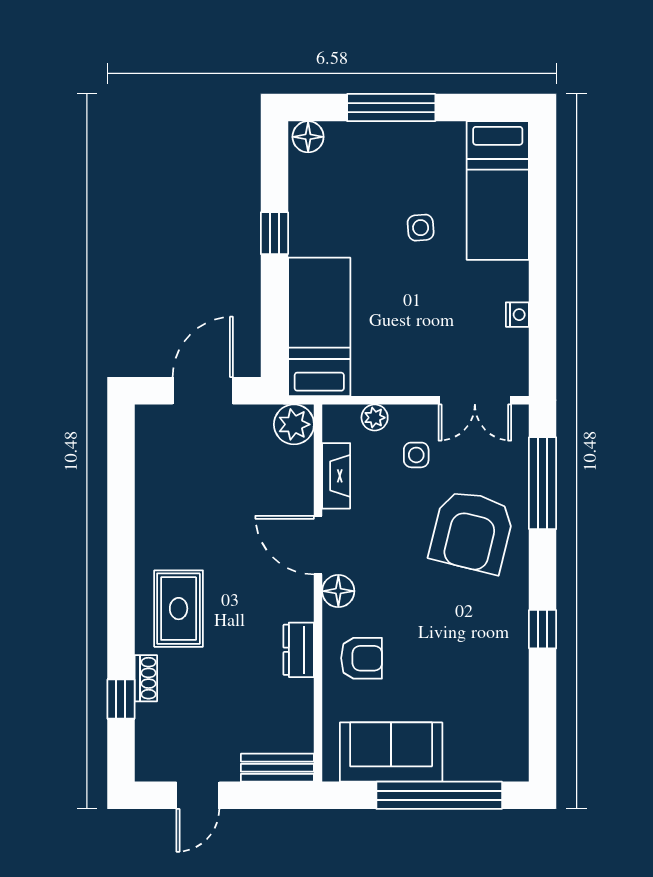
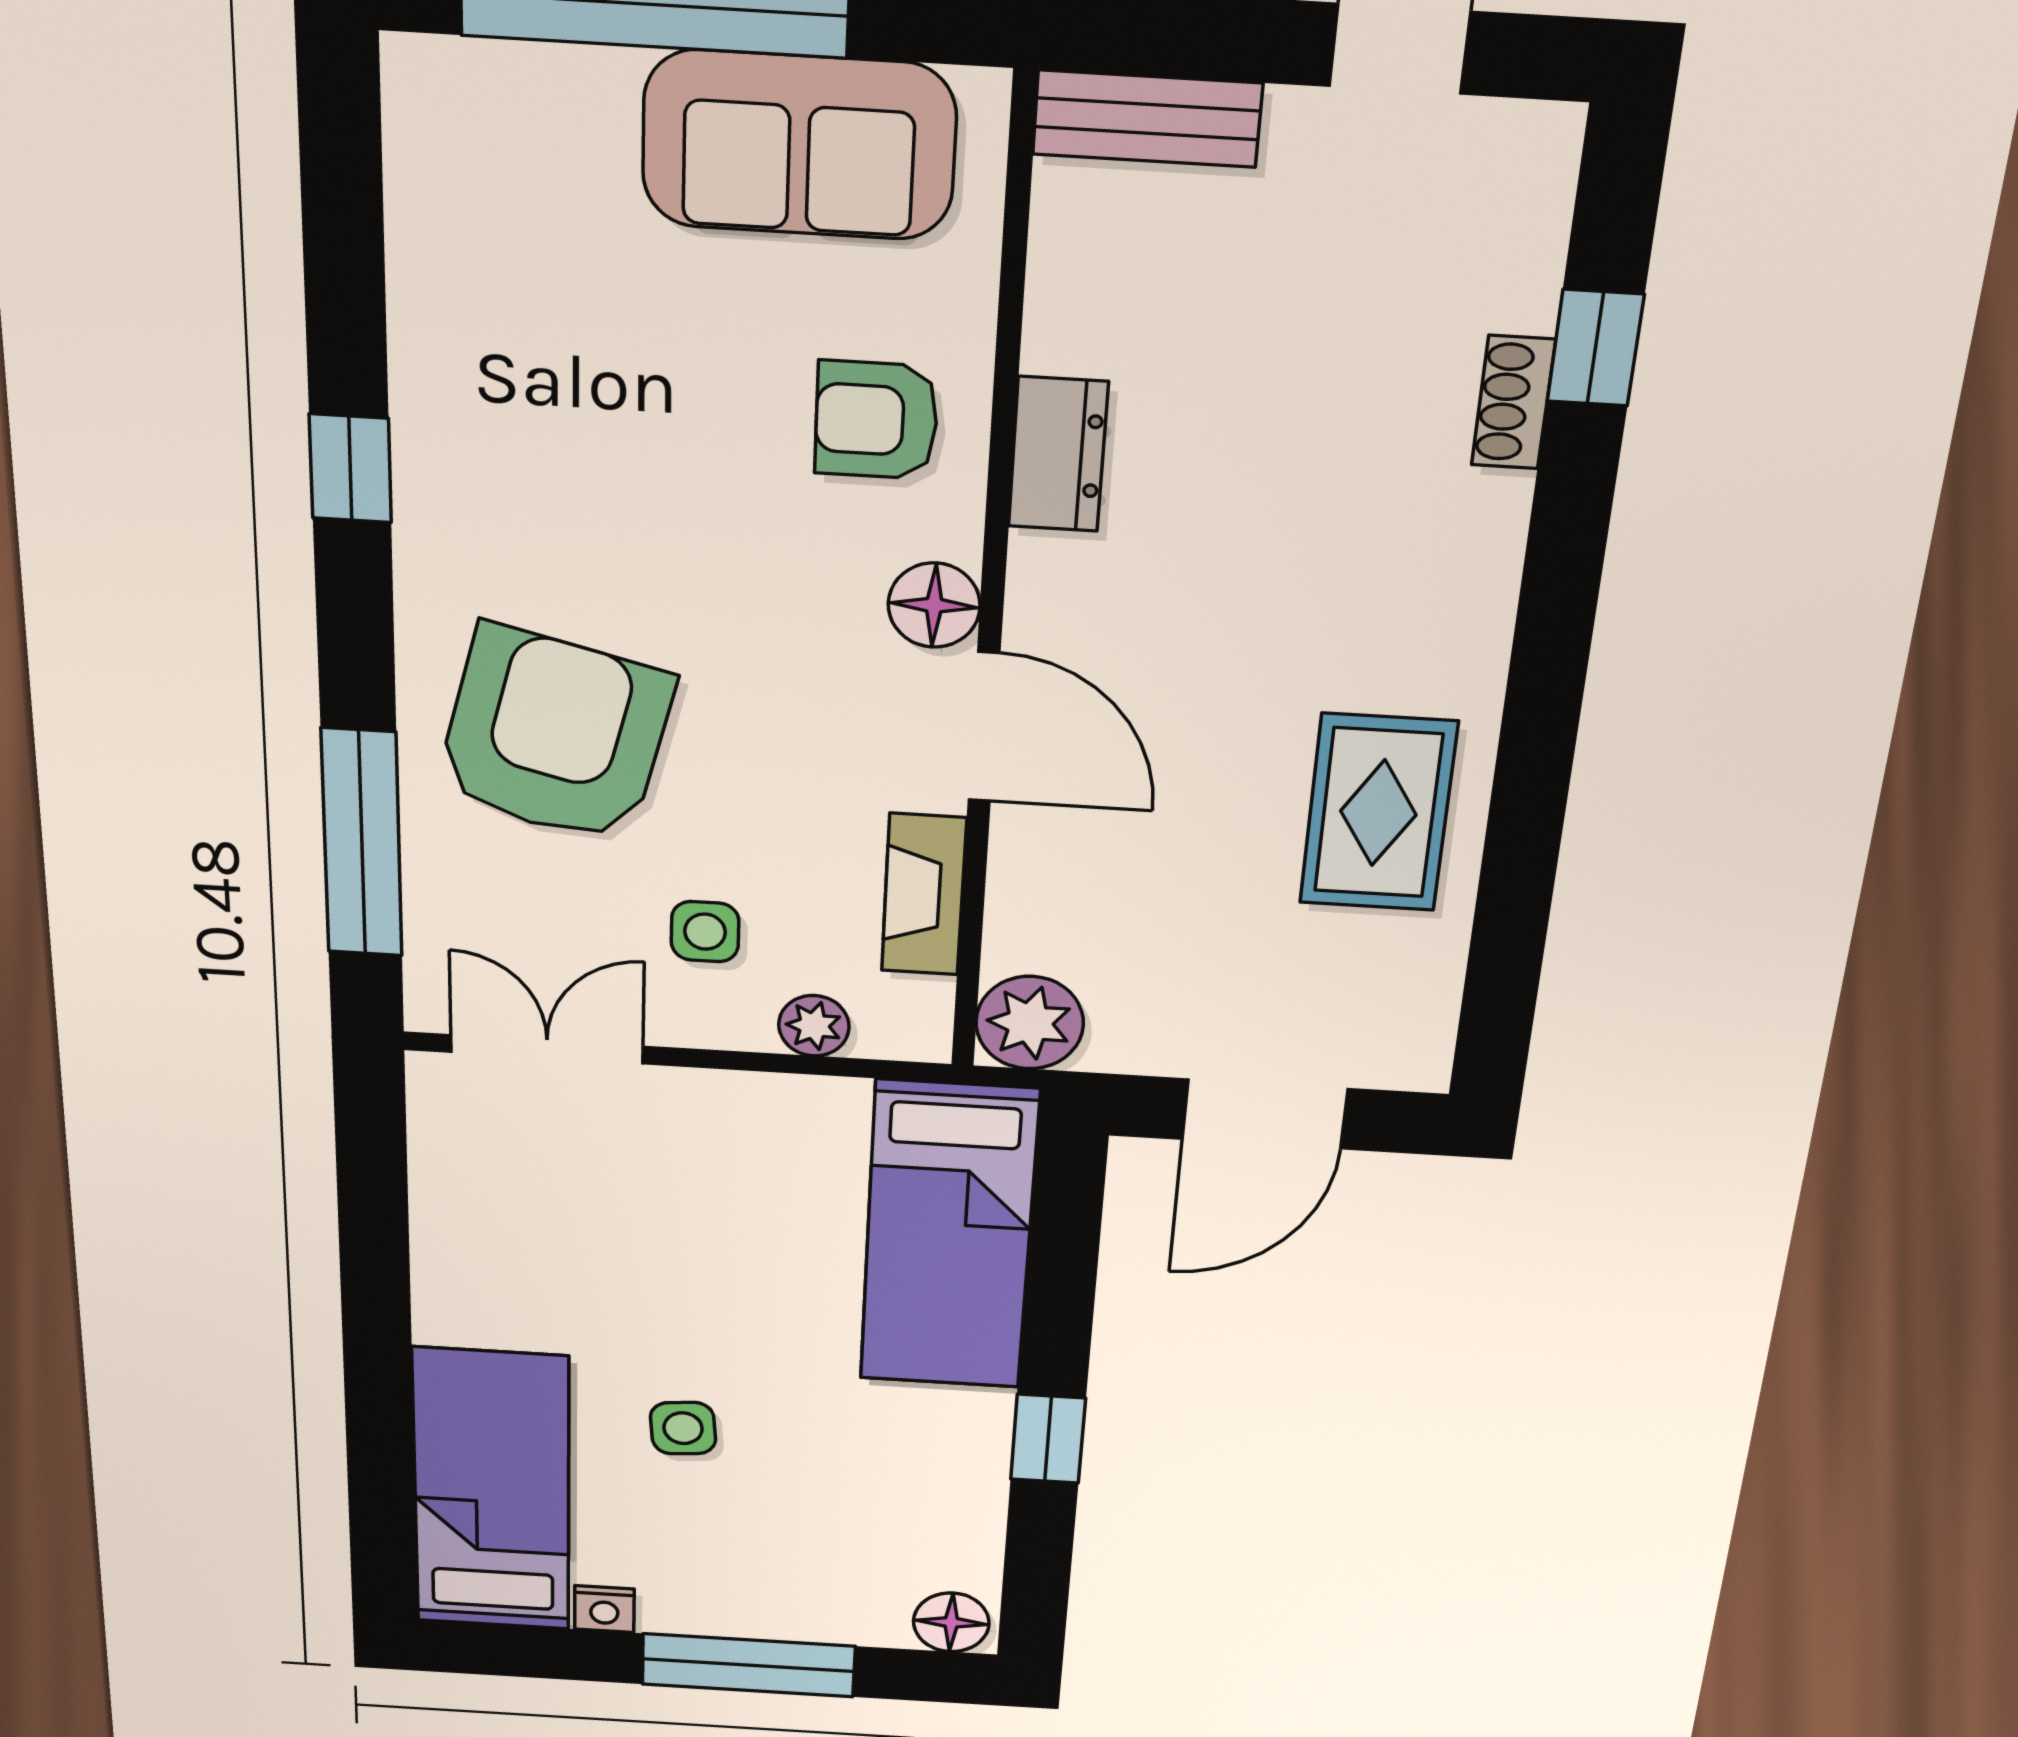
nightstand: (517, 315) -> (604, 1609), moved, turned -90
rug: (179, 609) -> (1378, 813), moved

